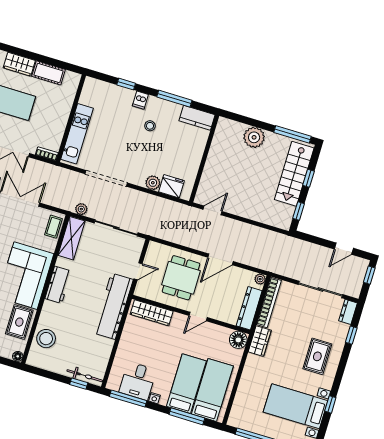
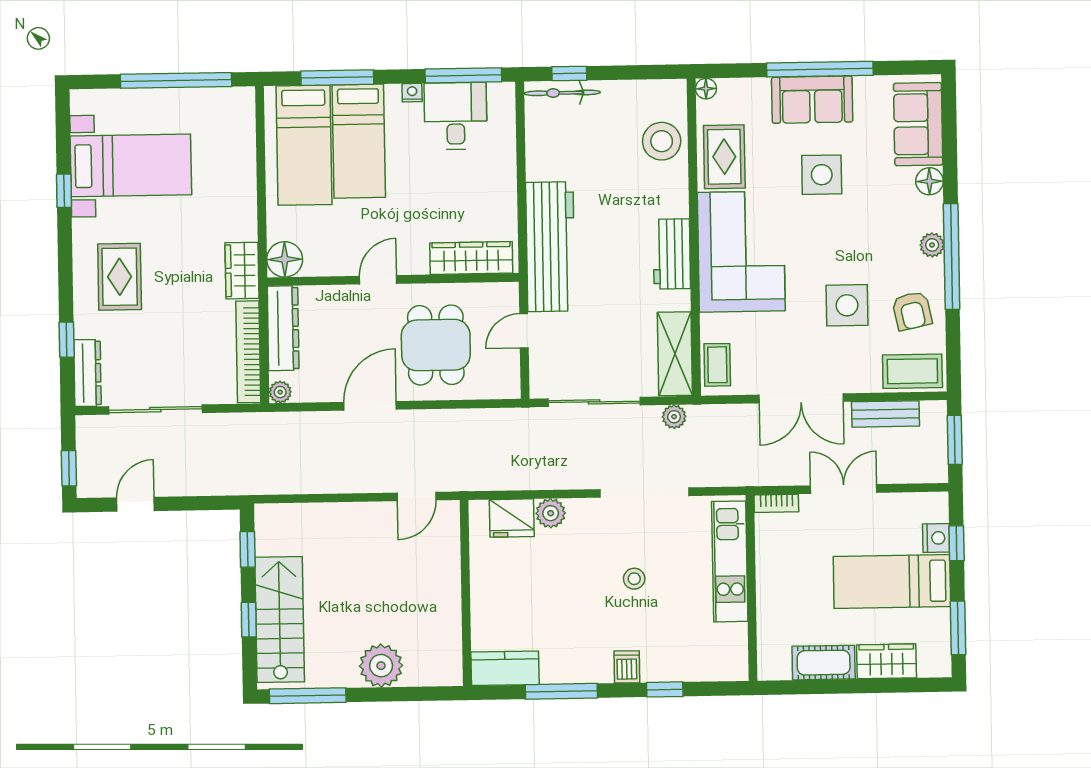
stool: (150, 126) -> (634, 579), moved
dresser: (348, 312) -> (87, 373), width x1.44

